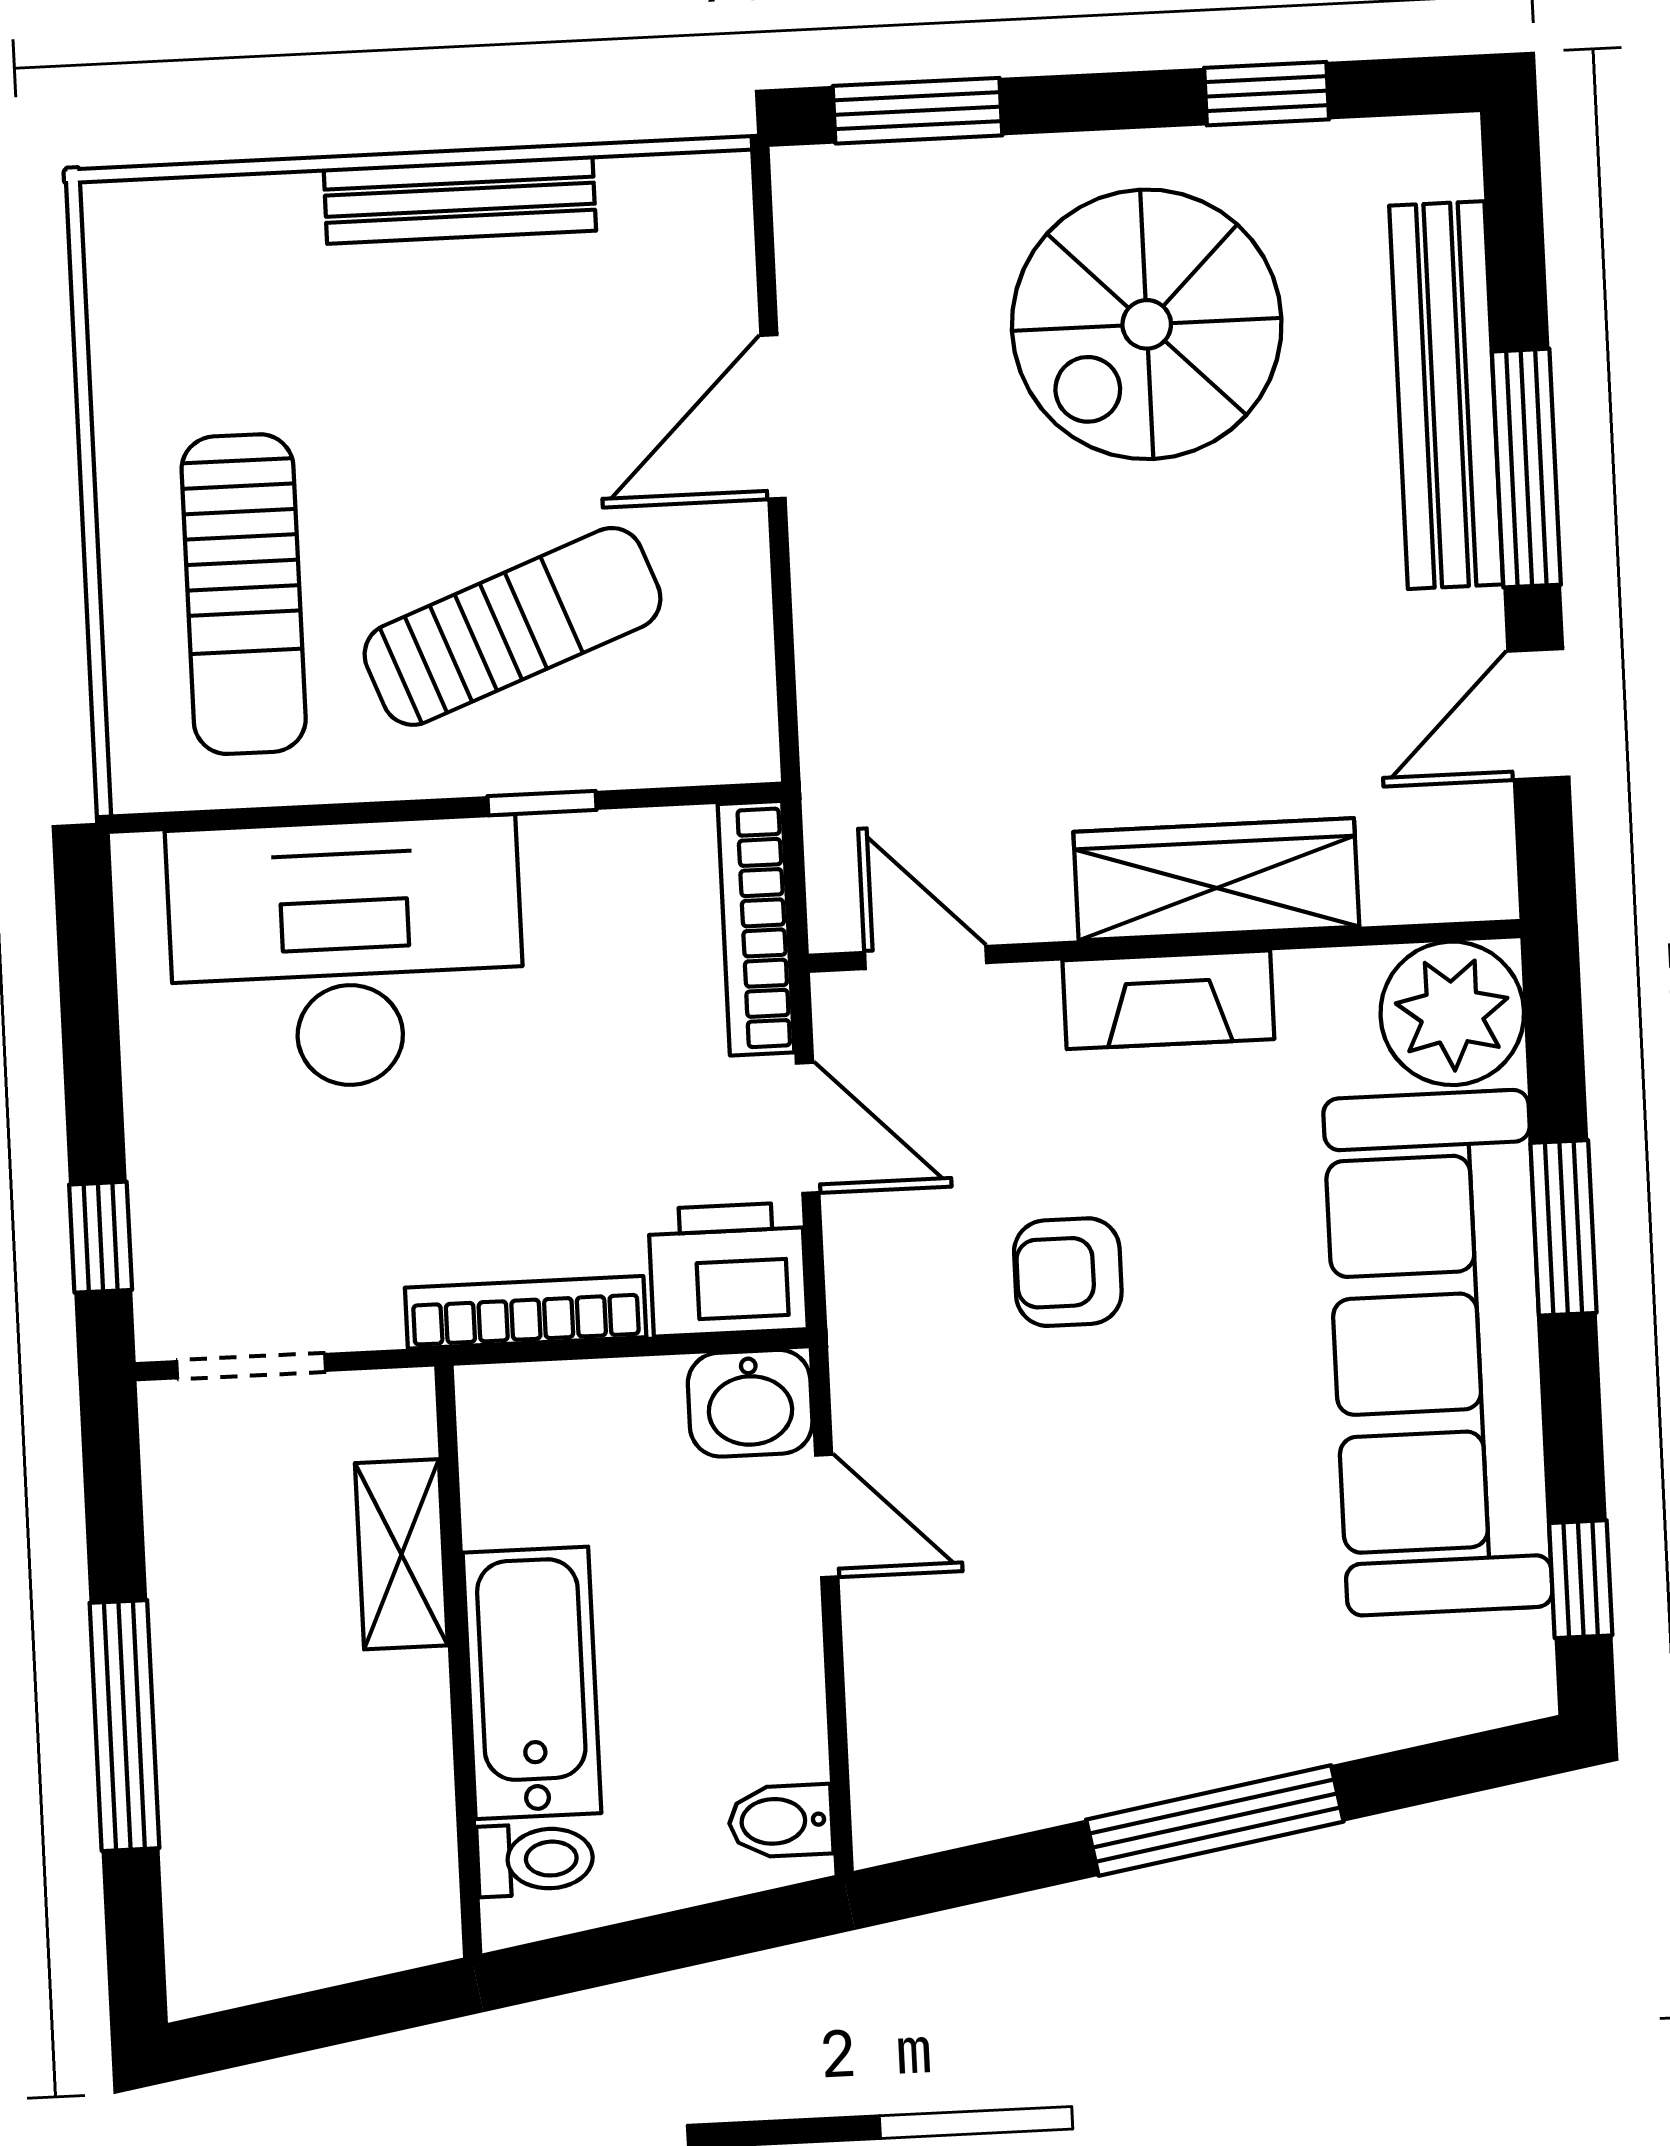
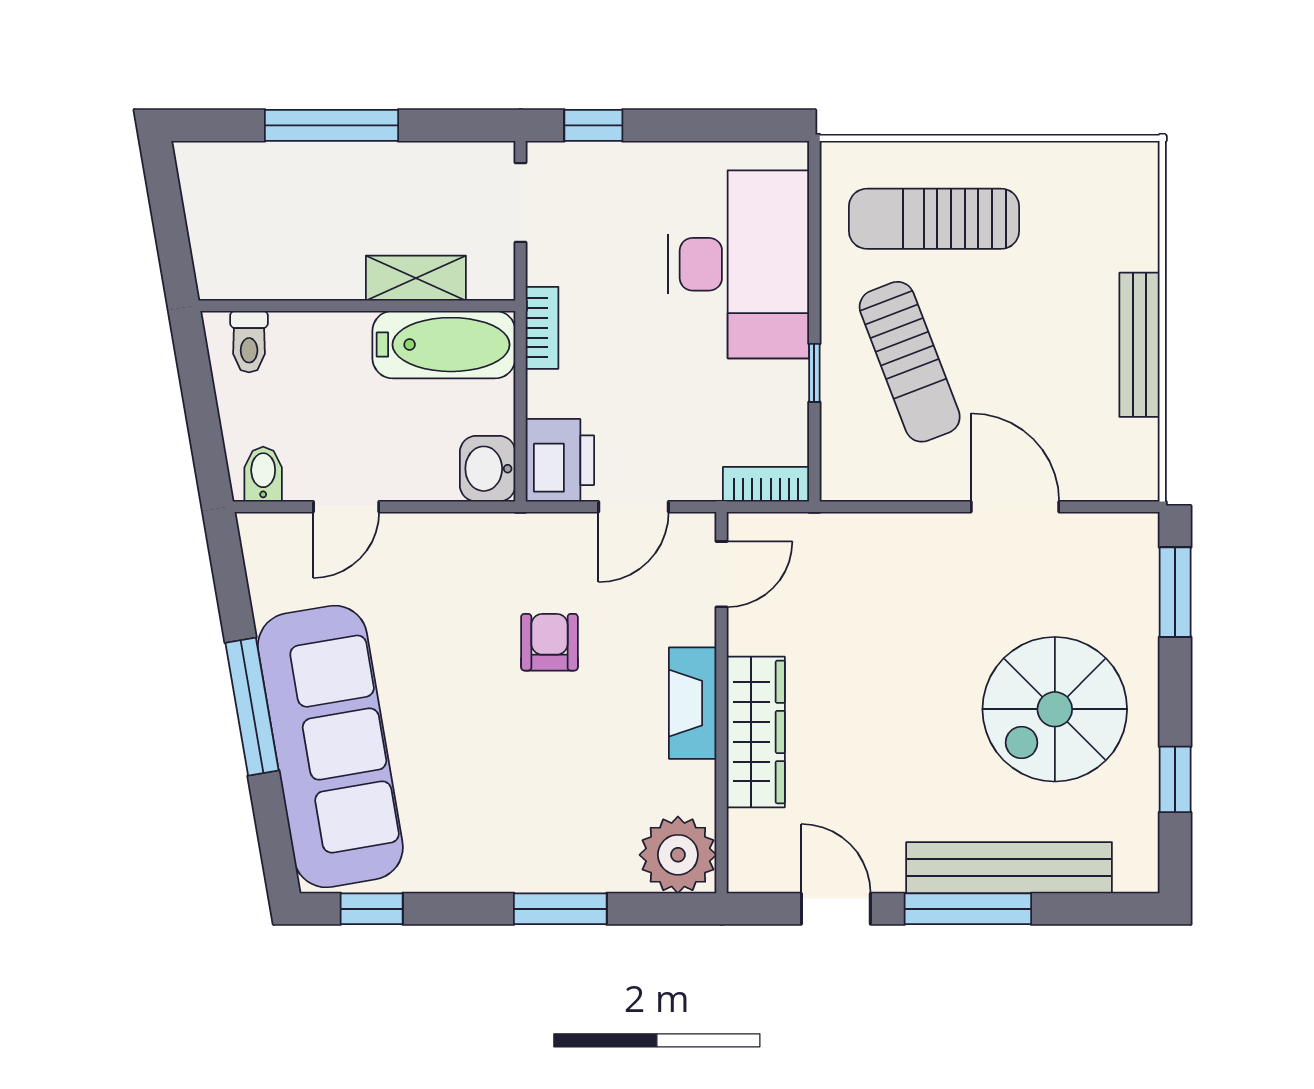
spiral stairs: (1147, 324) -> (1055, 709), turned -90
bookcase: (756, 928) -> (766, 484), width x0.64
bookcase: (526, 1312) -> (542, 328), width x0.64
sofa: (1438, 1353) -> (330, 746), moved, turned 80
door: (827, 1516) -> (346, 507), moved
bathtub: (532, 1683) -> (444, 345), moved

